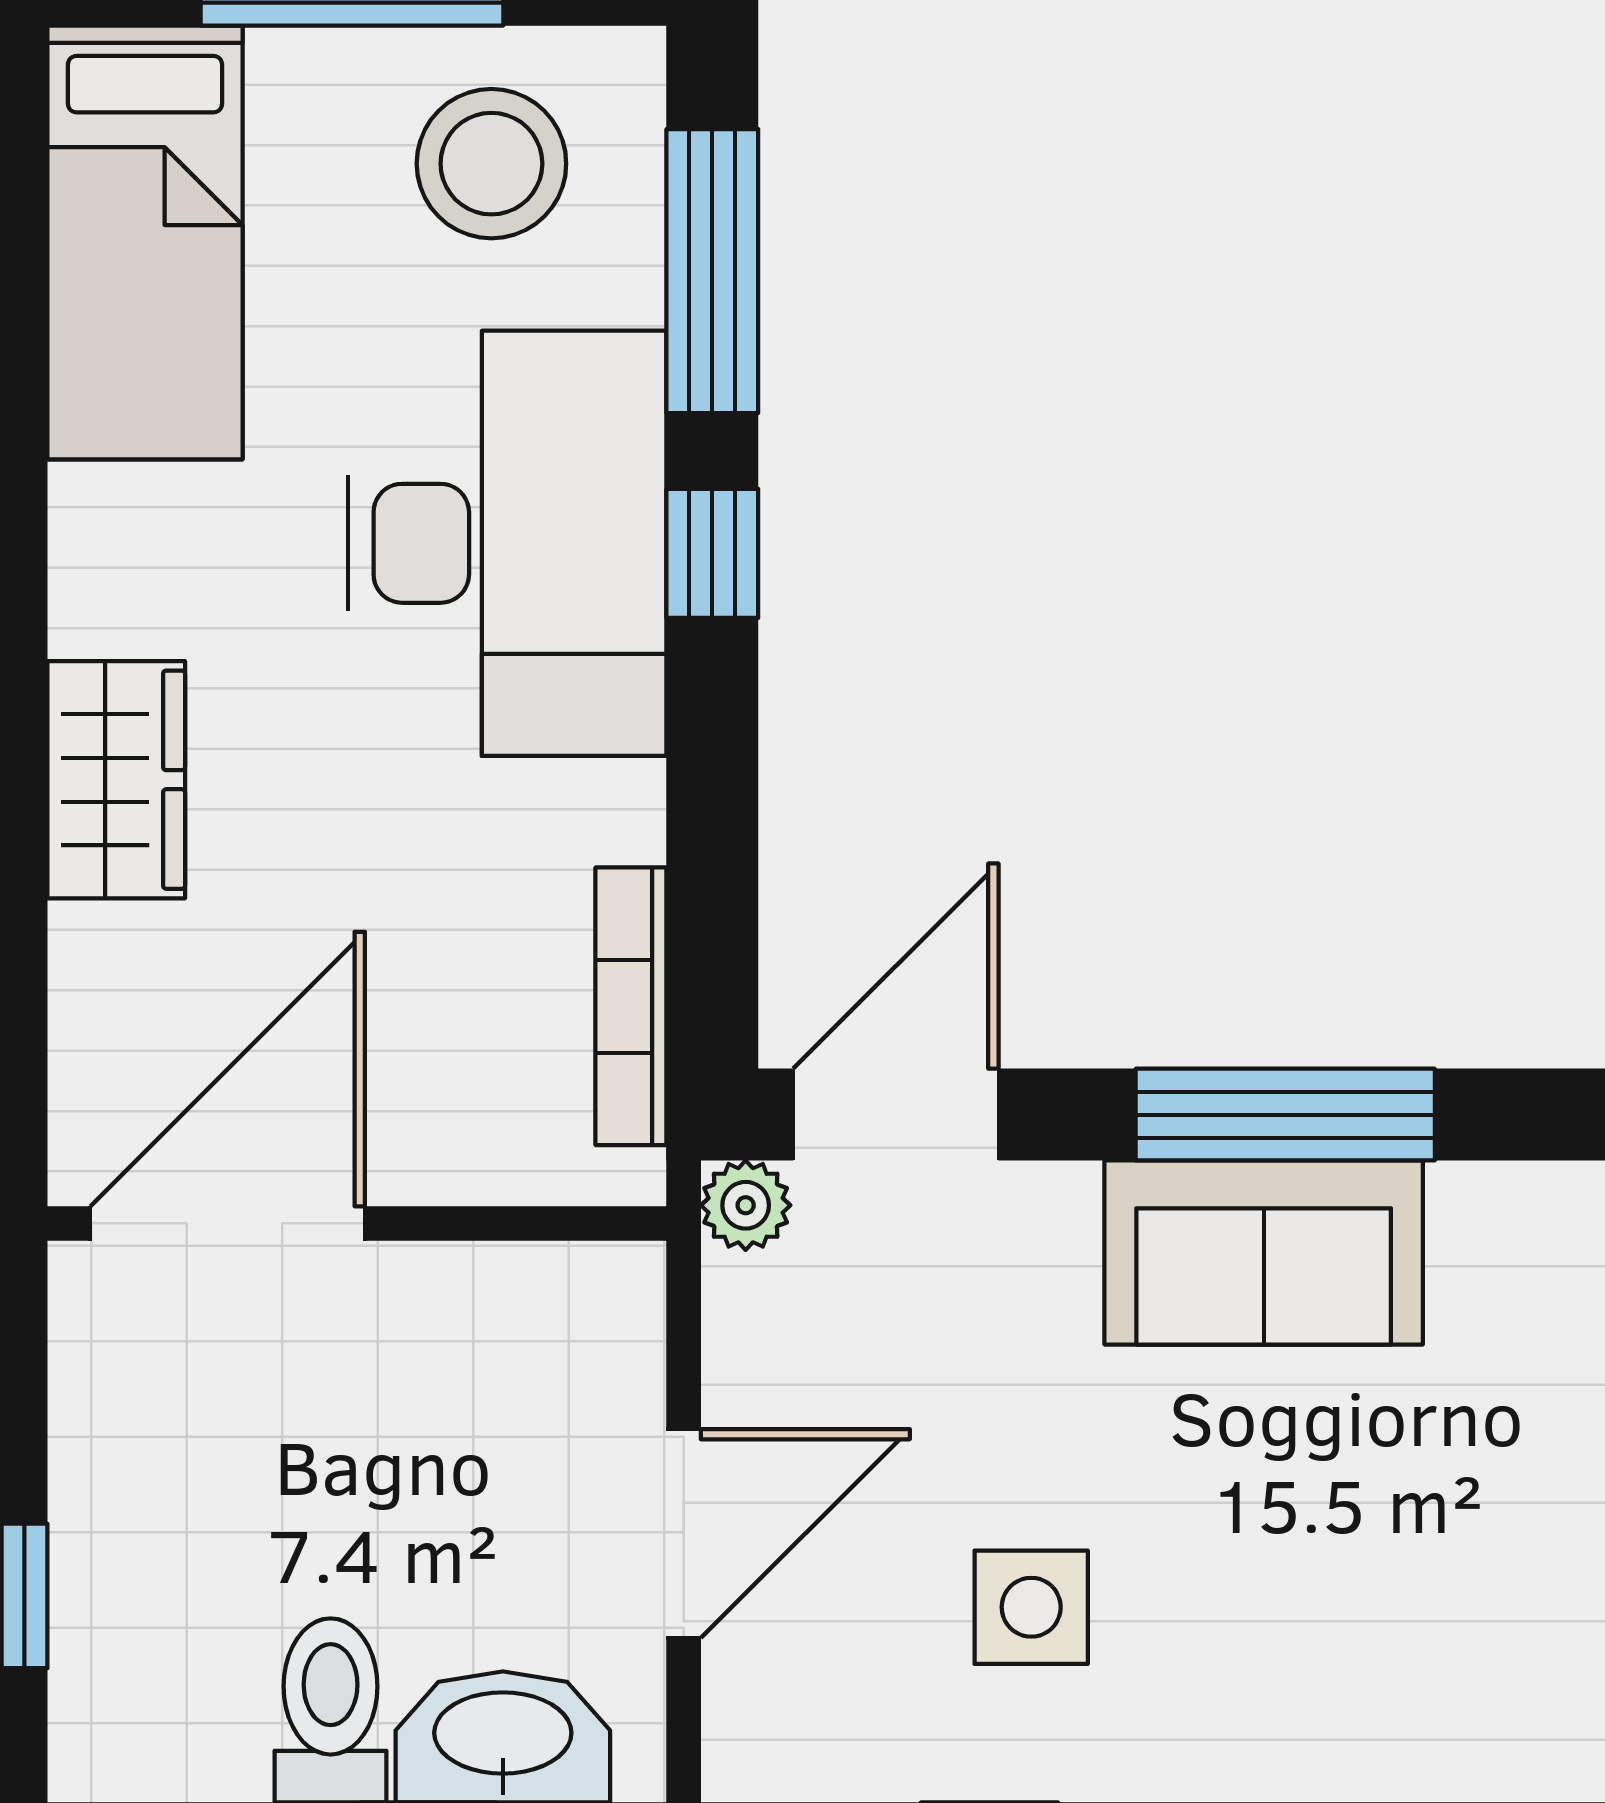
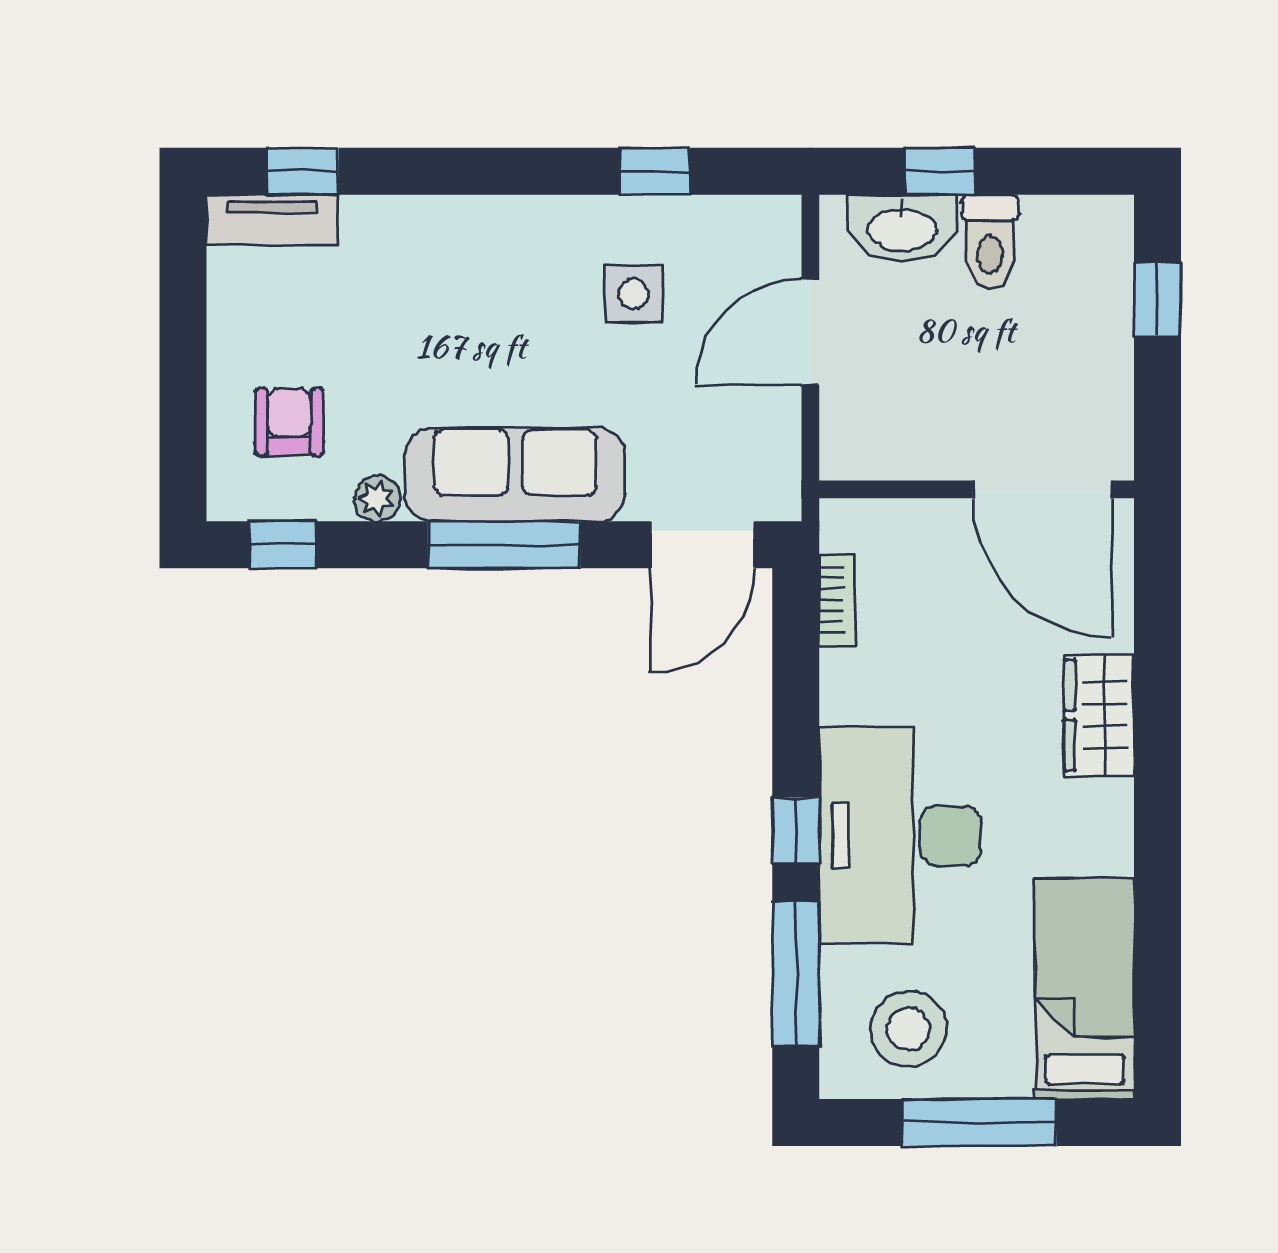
bookcase: (631, 1006) -> (837, 600), width x0.64
plant: (746, 1205) -> (377, 499), moved
door: (228, 1223) -> (1042, 489), hinge flipped
sofa: (1264, 1252) -> (515, 475), width x1.36

